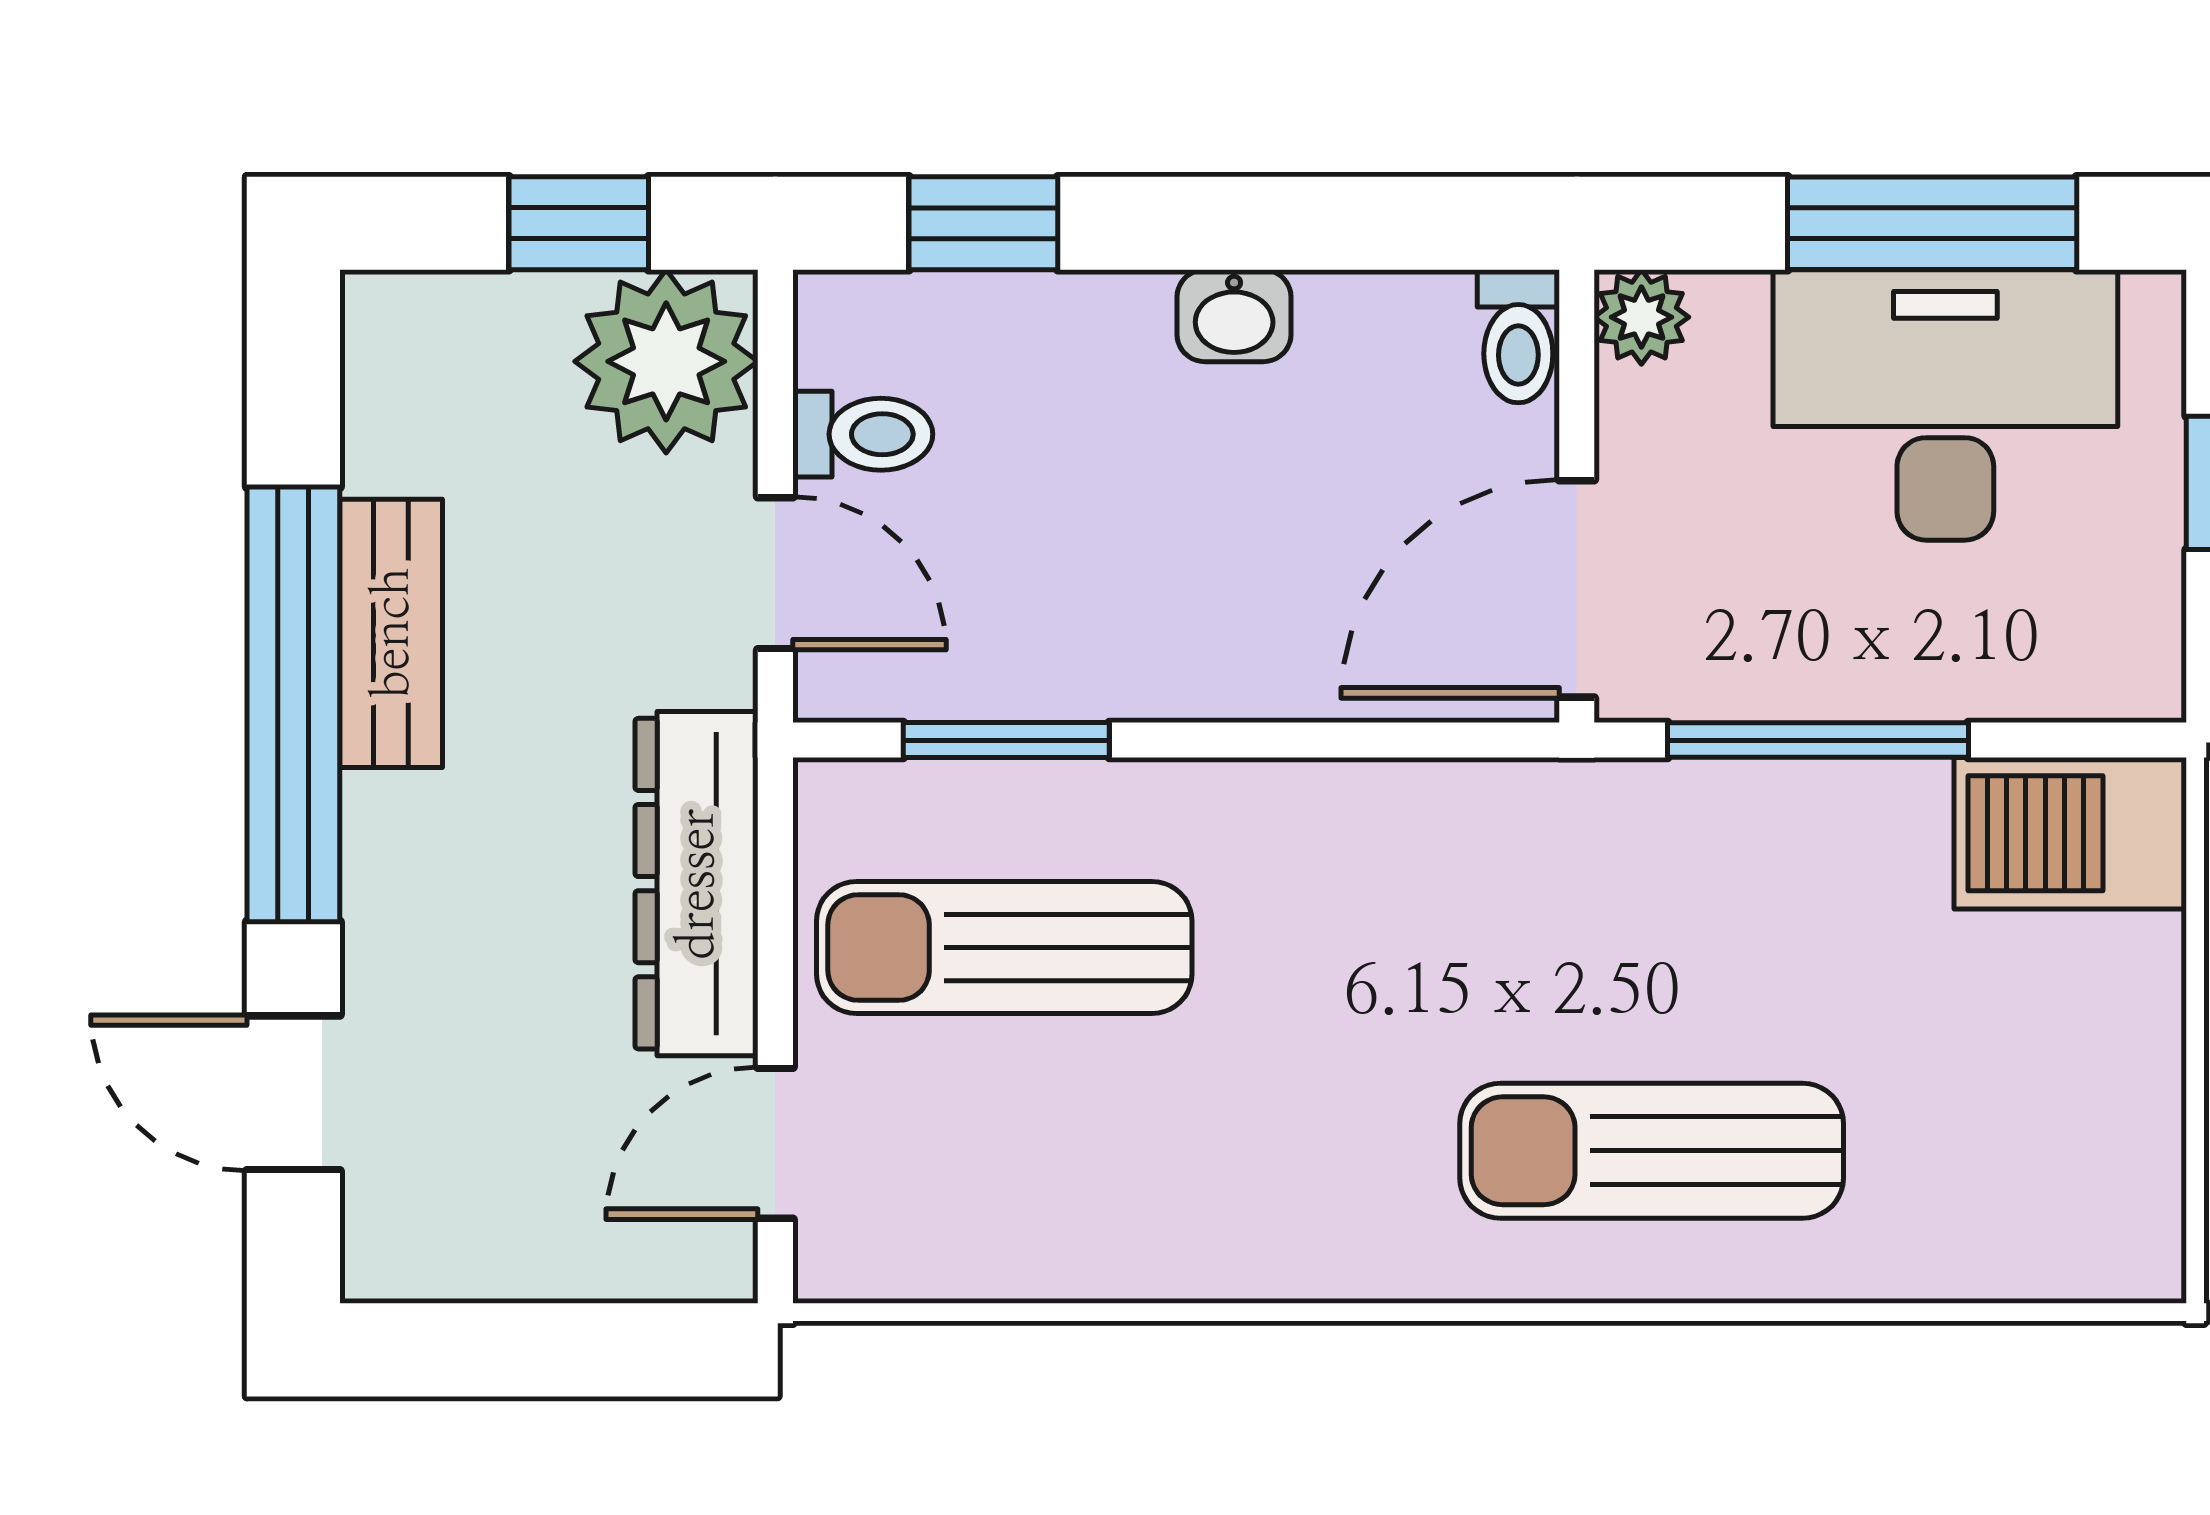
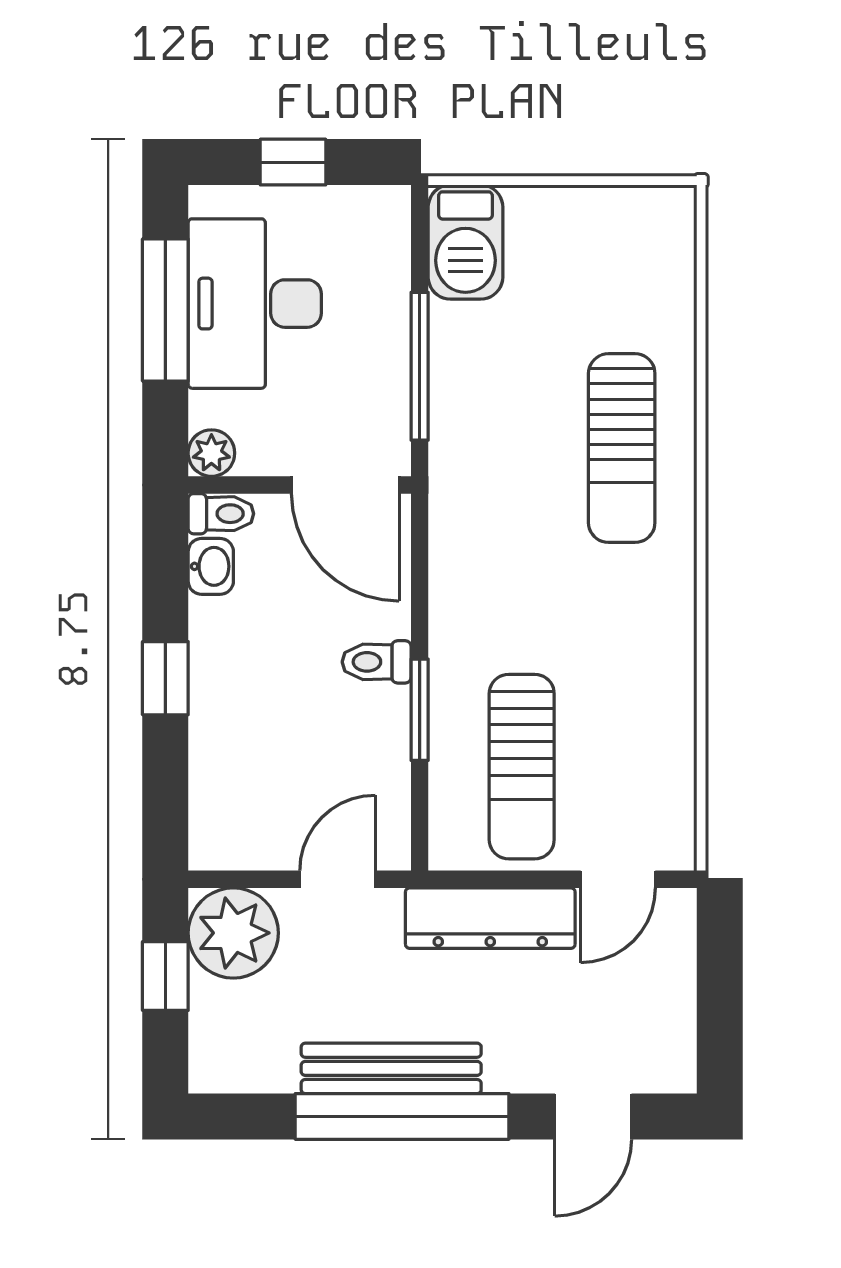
window: (983, 223) -> (165, 678), moved
washbasin: (1234, 316) -> (211, 566), moved
toilet: (863, 434) -> (377, 662), moved, turned -90
bench: (391, 633) -> (391, 1068), width x1.36
window: (1006, 740) -> (420, 710), moved
door: (775, 1143) -> (618, 879), hinge flipped

